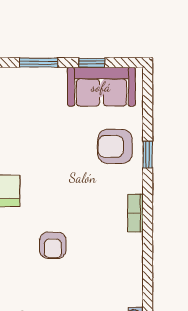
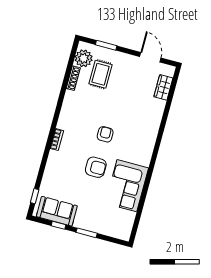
armchair: (115, 146) -> (96, 167), moved
window: (148, 154) -> (35, 196), moved

